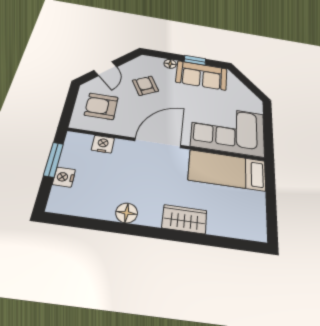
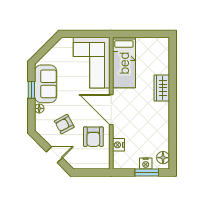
armchair: (101, 106) -> (93, 137), moved
window: (54, 160) -> (147, 173), moved
floor lamp: (127, 213) -> (163, 158), moved

